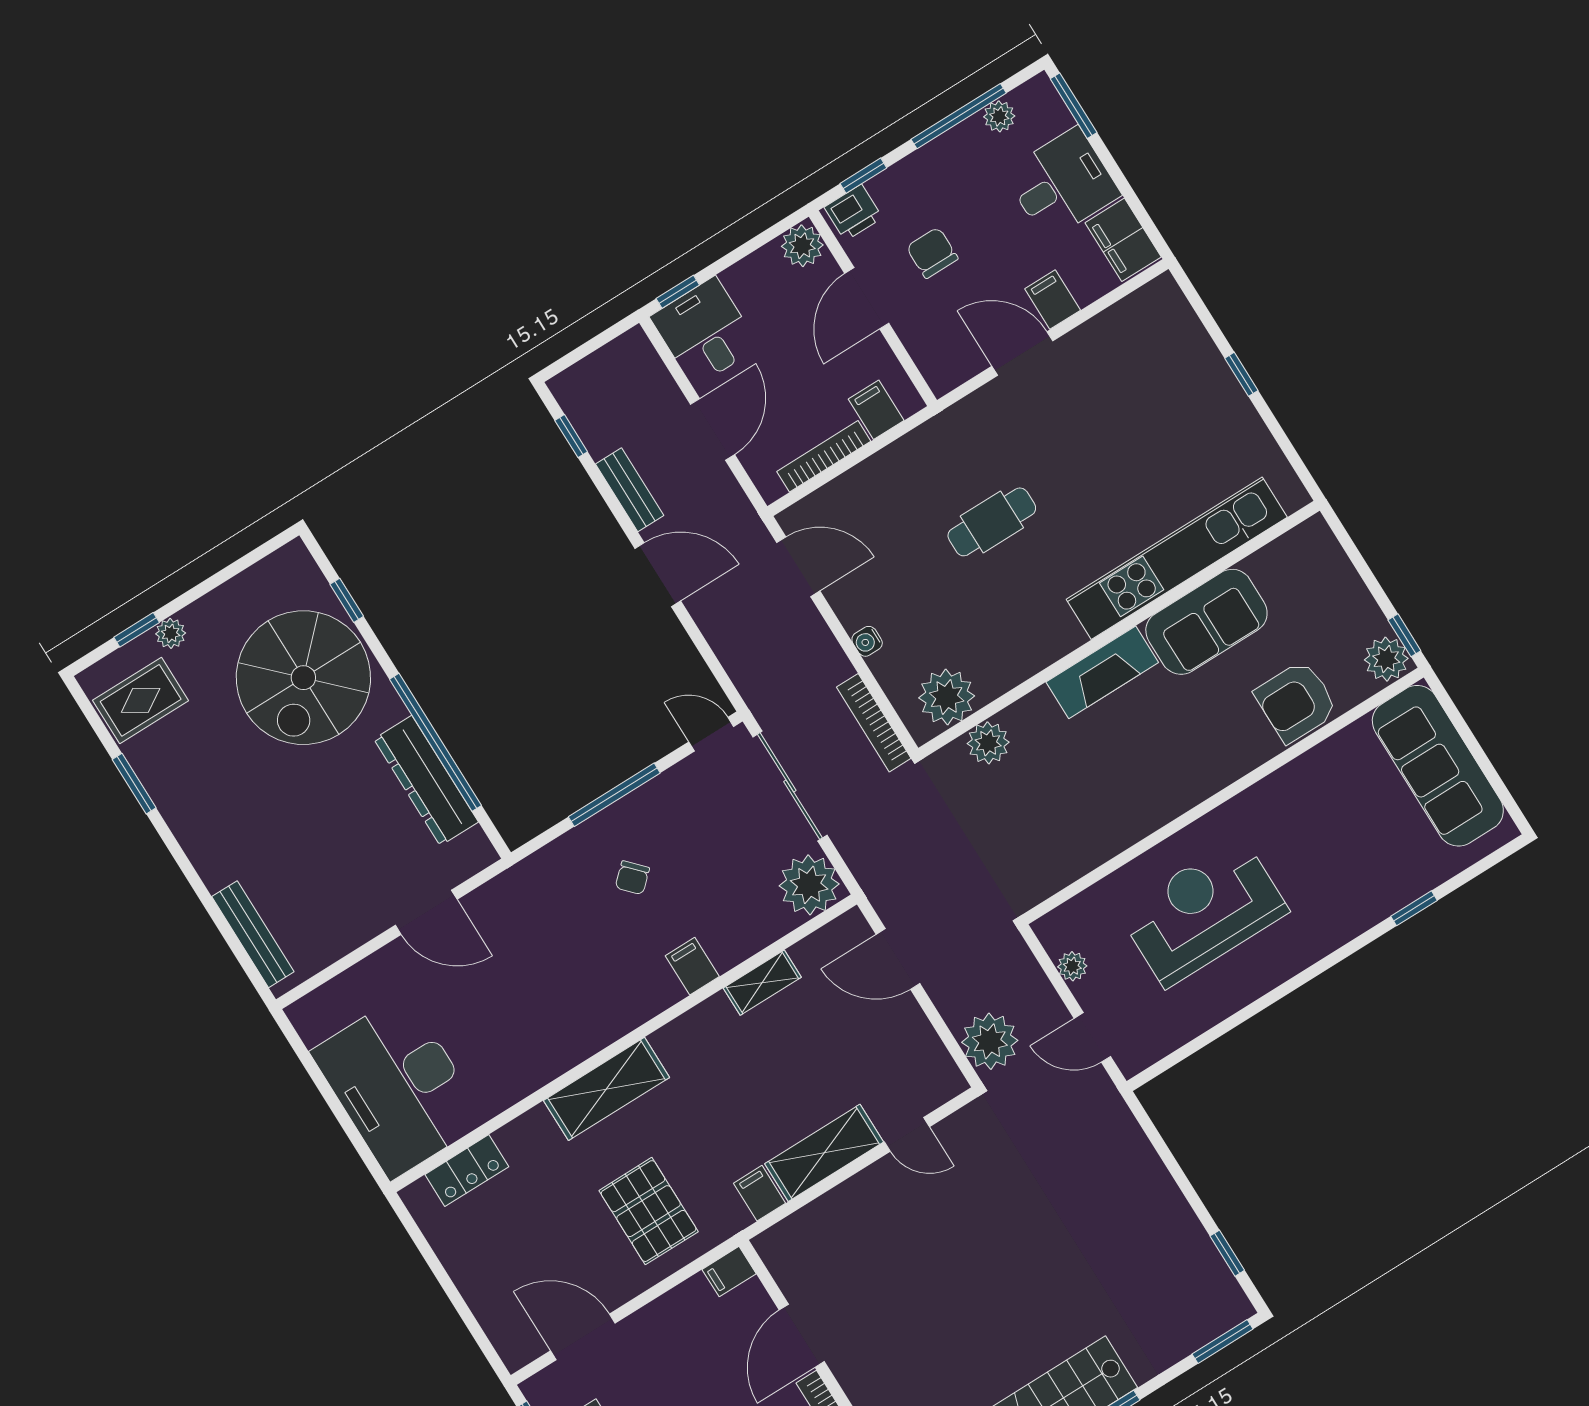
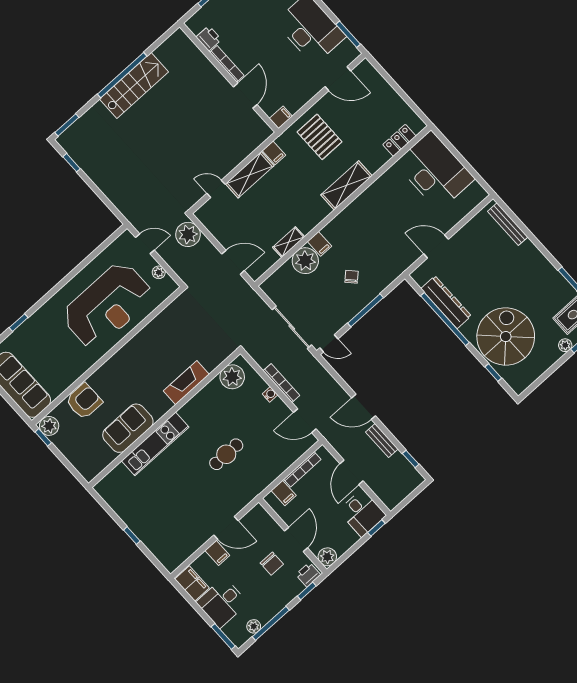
kitchen unit: (1177, 558) -> (155, 444), width x0.73
fireplace: (1102, 672) -> (186, 383), moved
bookcase: (874, 723) -> (281, 383), moved
plant: (988, 743) -> (211, 360), removed
plant: (809, 885) -> (305, 261), moved
reception desk: (1203, 912) -> (107, 305), width x1.36, depth x1.30

